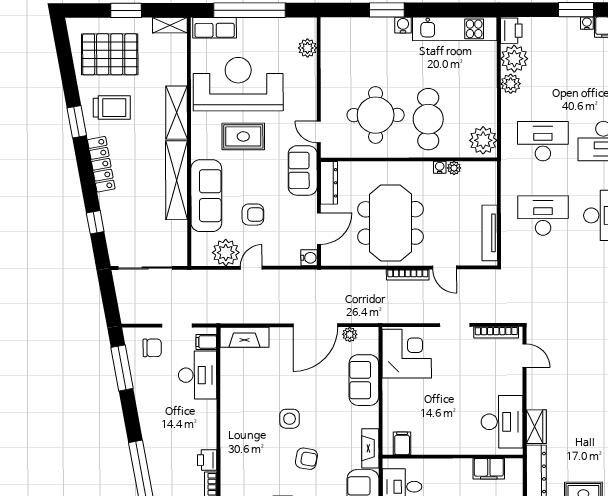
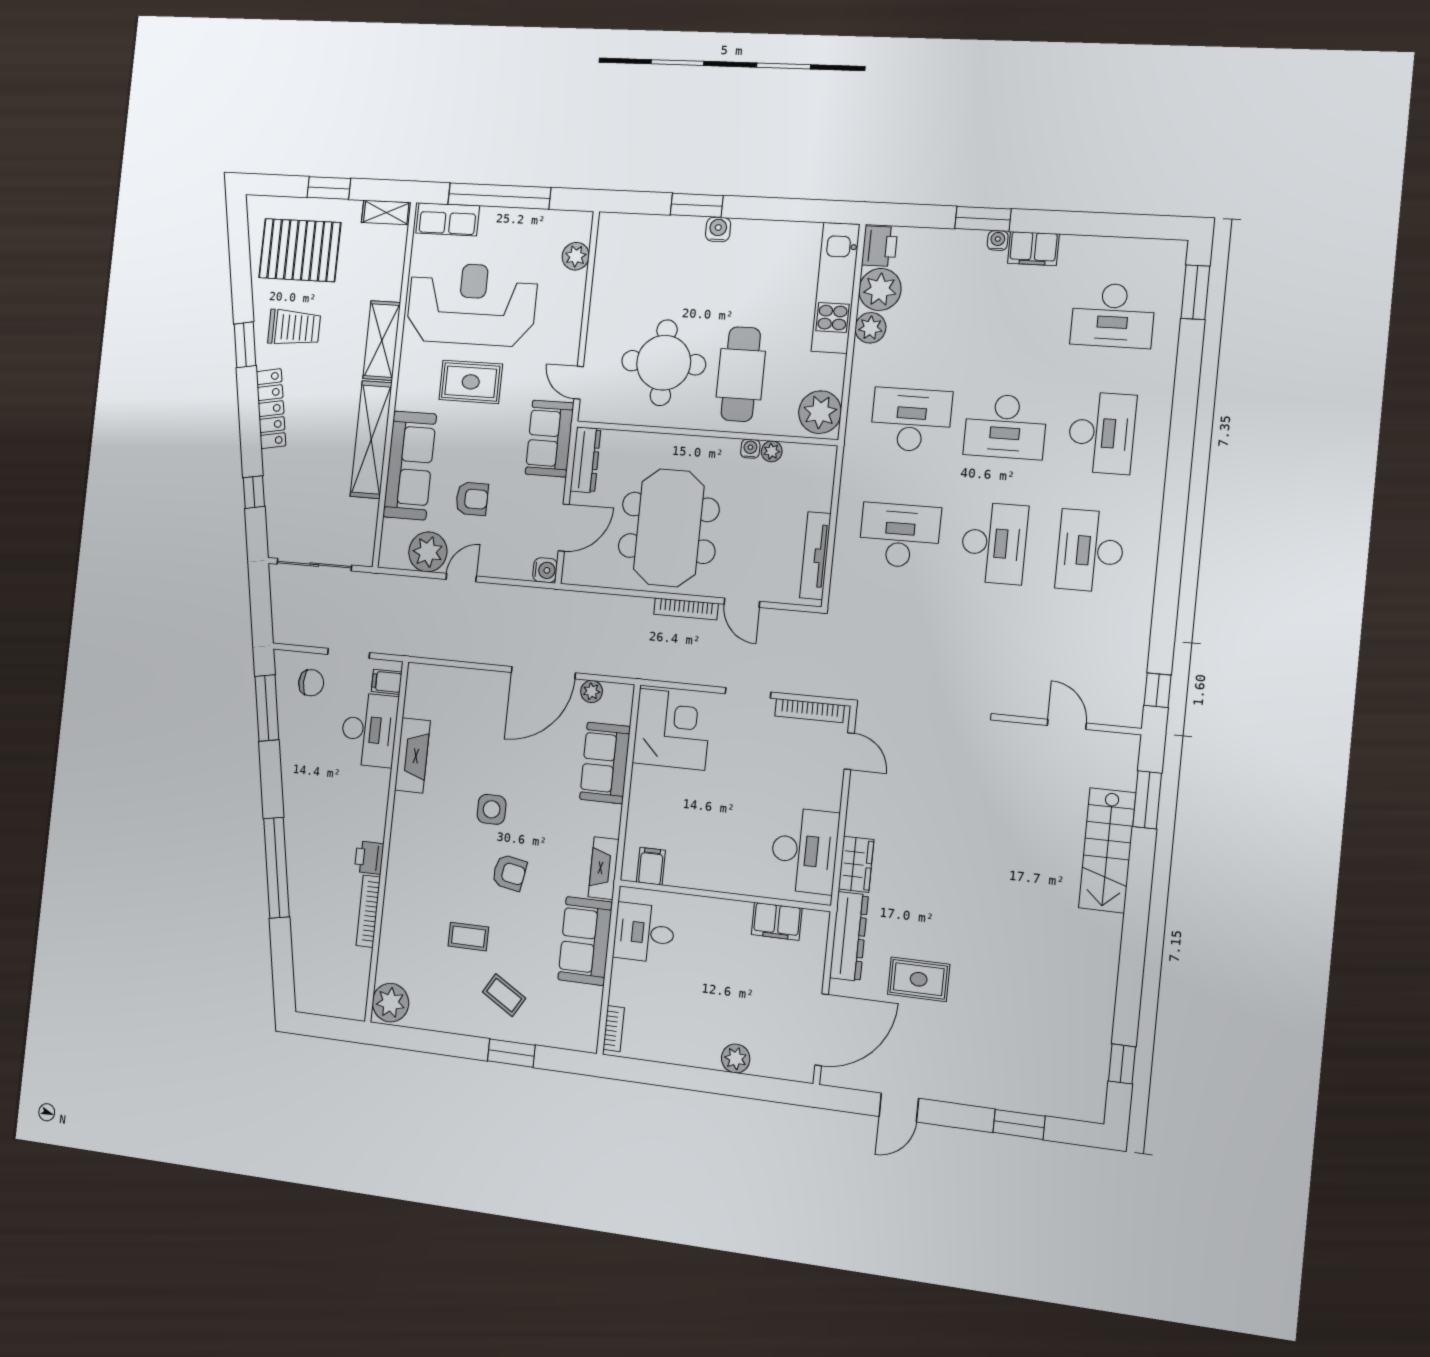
kitchen unit: (455, 29) -> (835, 288), moved, turned 90
fireplace: (244, 337) -> (412, 755), moved, turned -90

